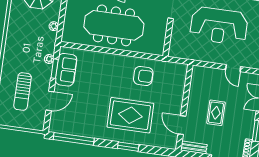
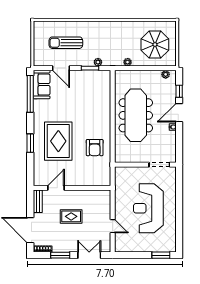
door: (233, 68) -> (113, 226), swing flipped
sofa: (66, 70) -> (42, 85), moved, turned -90

